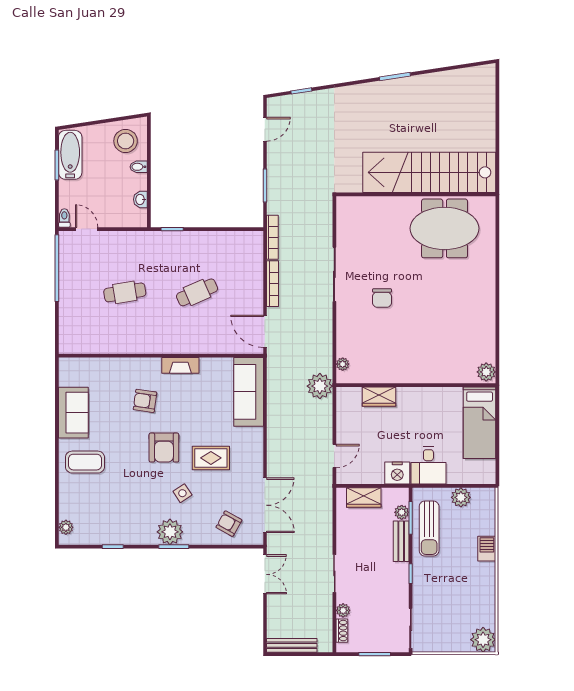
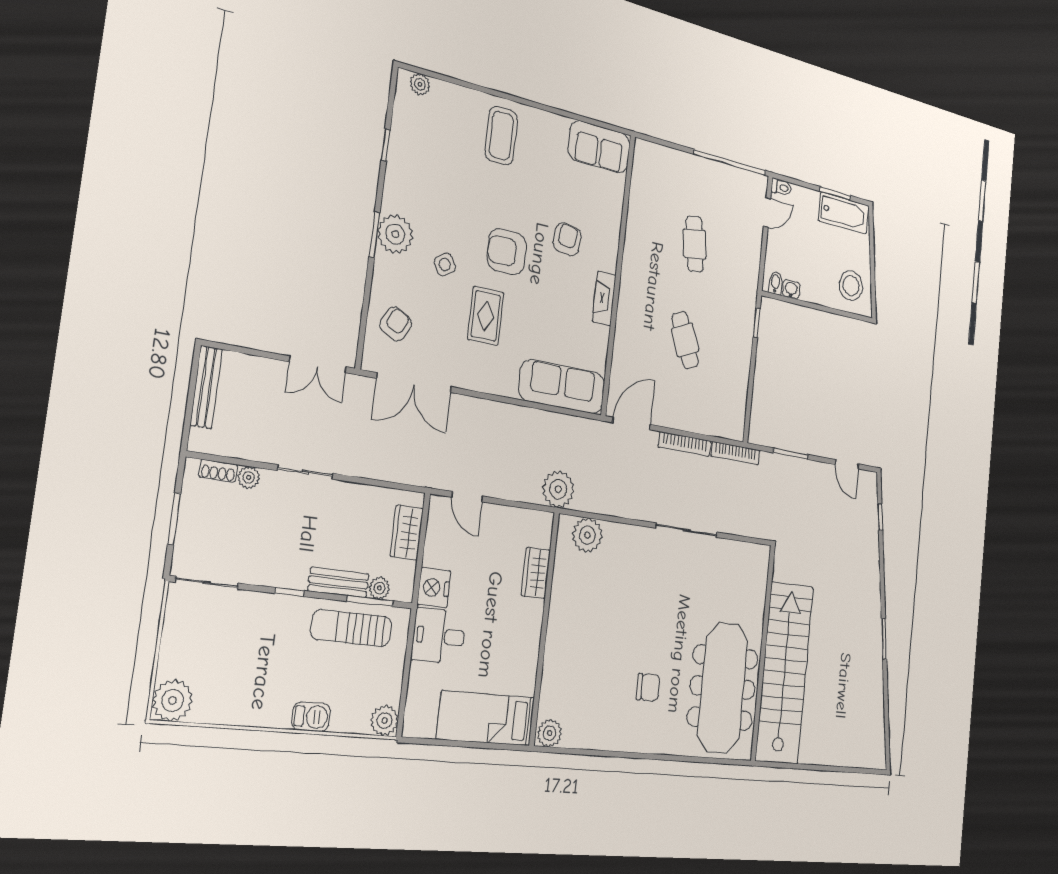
bidet: (139, 167) -> (775, 283), moved
meeting table: (445, 228) -> (723, 688), width x1.36
chair: (382, 298) -> (648, 687), moved, turned 180
plant: (343, 364) -> (587, 535), width x1.88, depth x1.88
sofa: (73, 413) -> (599, 147), moved
plant: (461, 497) -> (385, 721), moved

